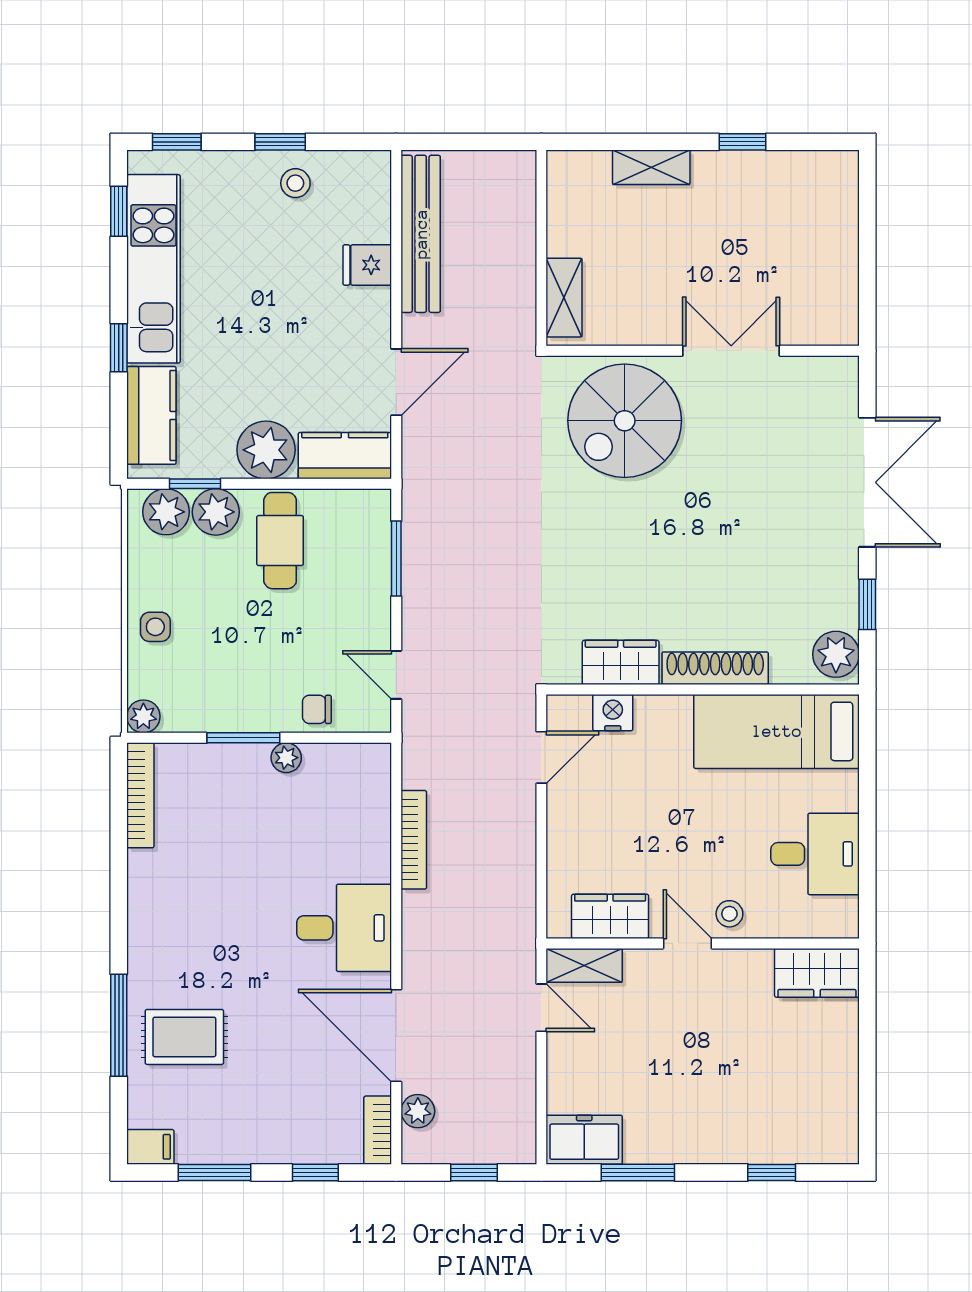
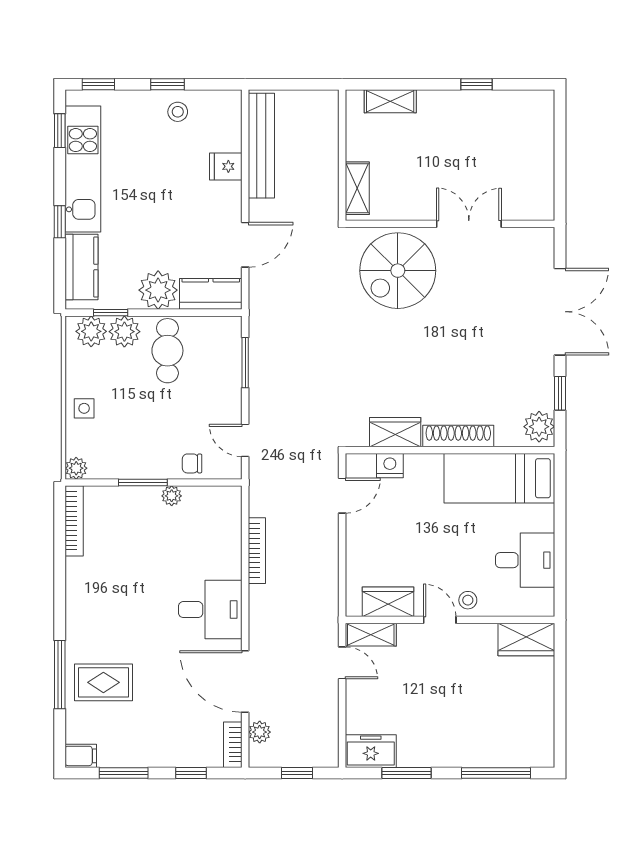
shelving: (651, 167) -> (390, 101), moved
window: (772, 1172) -> (496, 773), width x2.17

